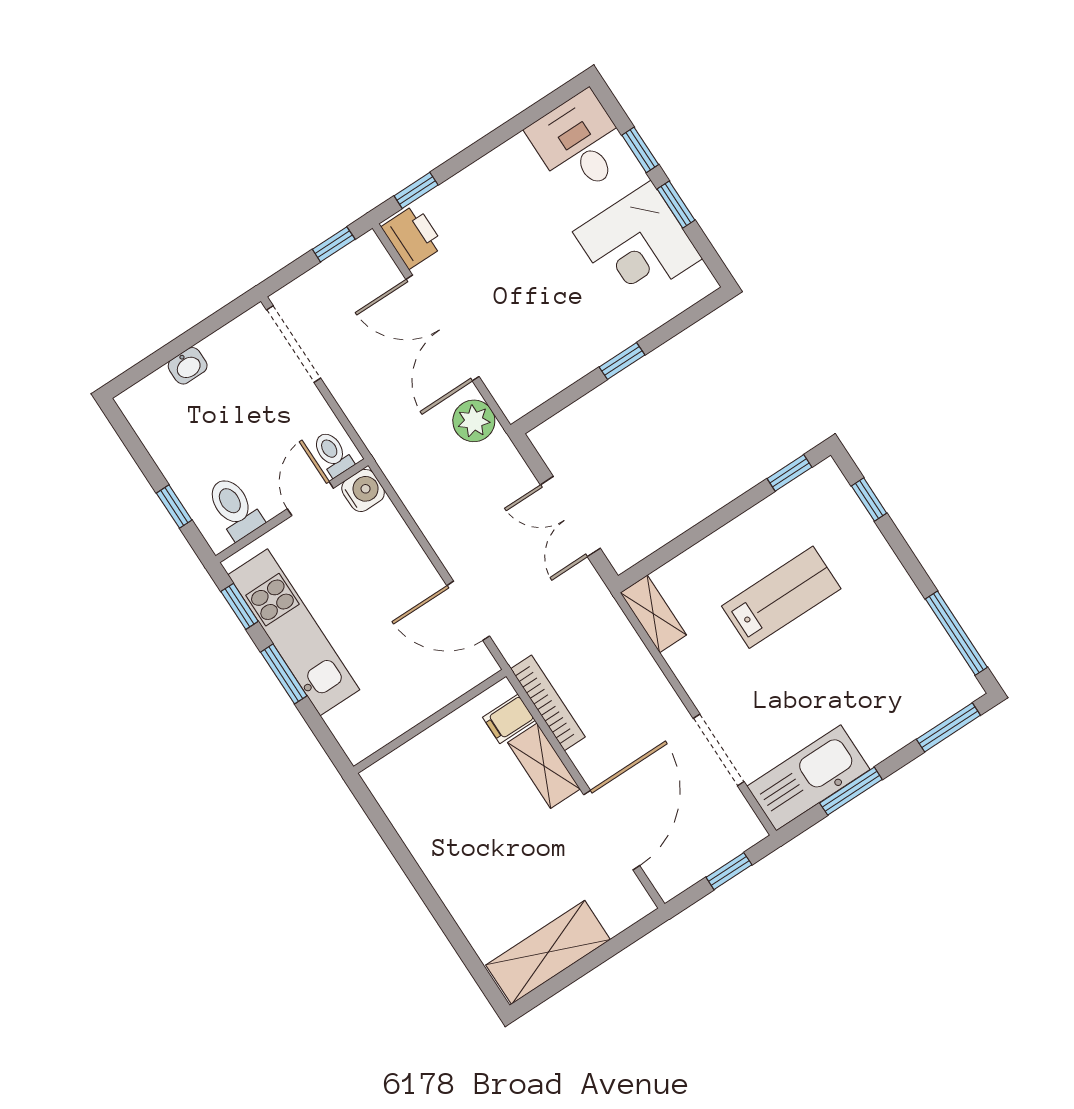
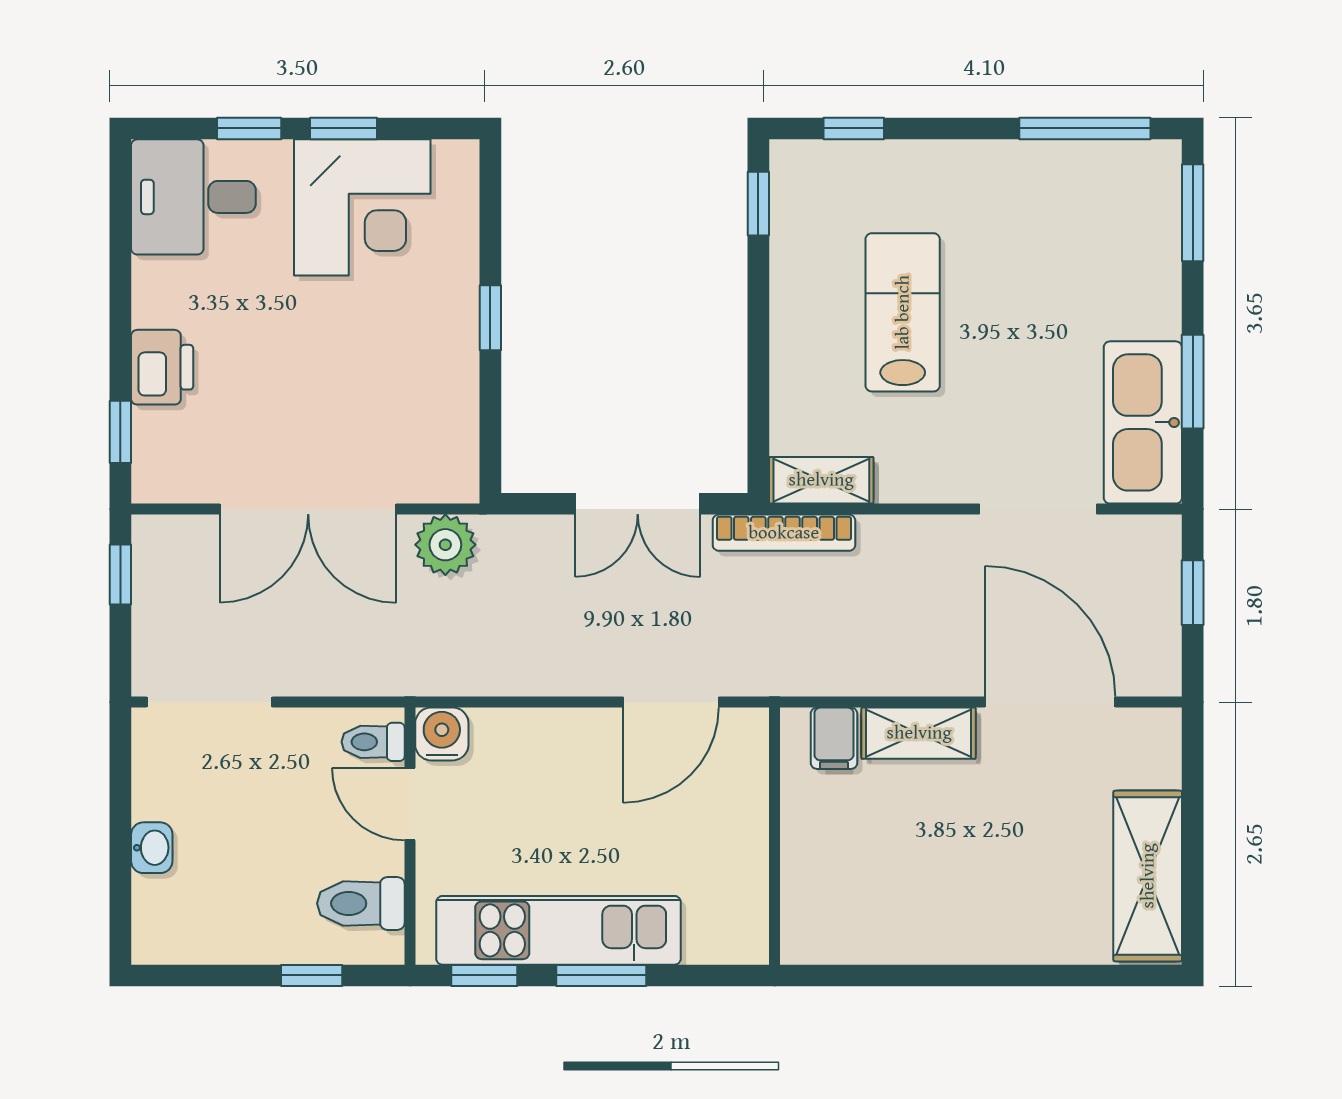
printer: (413, 237) -> (162, 367), moved, turned 90
bookcase: (548, 703) -> (784, 533), moved, turned 180

